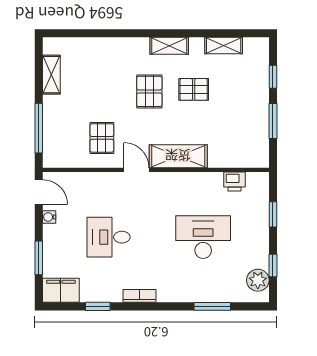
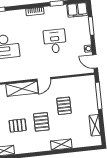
shelving: (169, 46) -> (61, 145), moved
pallet: (102, 138) -> (64, 106), moved
door: (137, 170) -> (44, 79), hinge flipped
desk: (109, 237) -> (55, 41), turned -90

